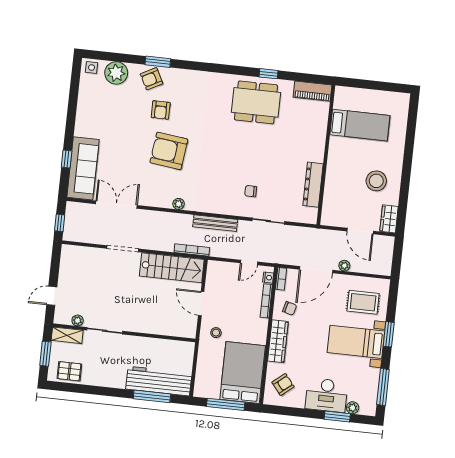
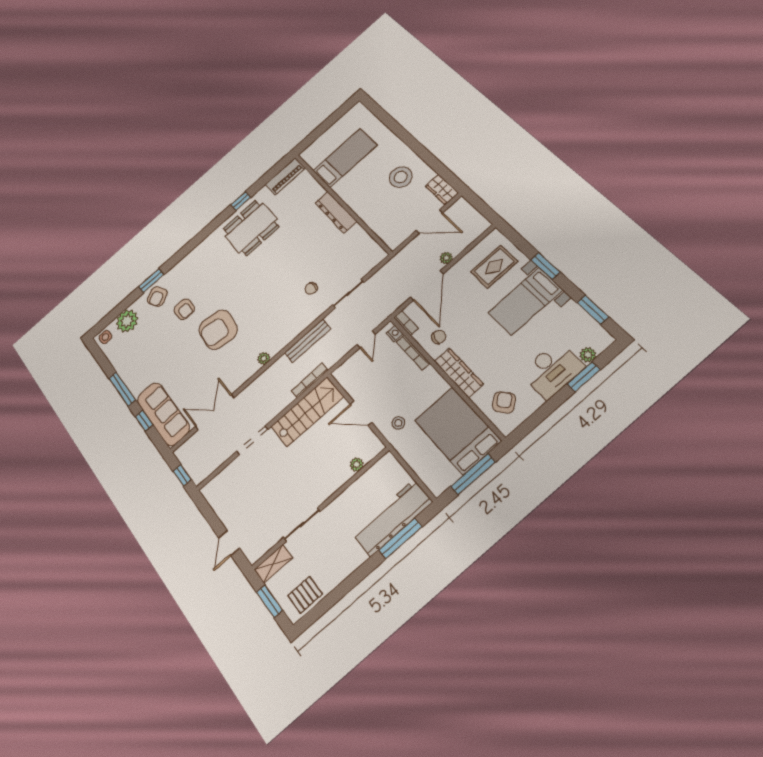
window: (71, 120) -> (122, 389), added
dresser: (313, 185) -> (336, 212), moved
plant: (78, 320) -> (357, 464), moved
window: (383, 387) -> (593, 310), width x0.69

